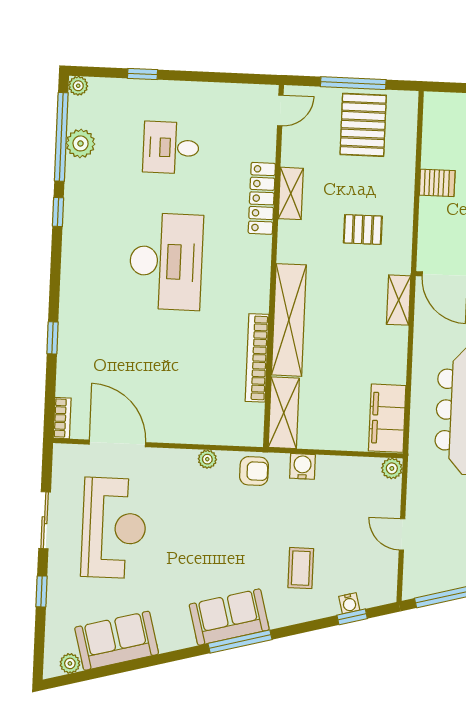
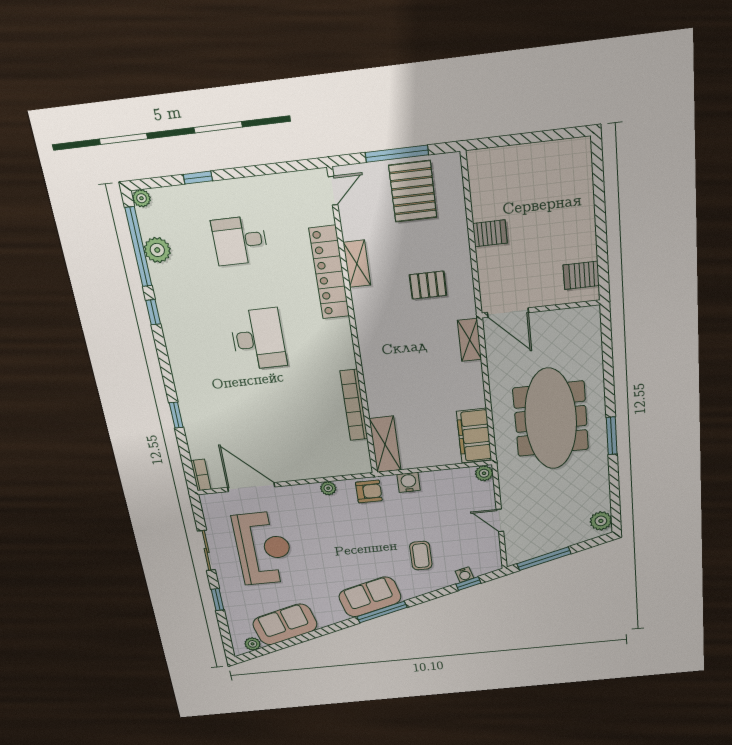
locker: (262, 198) -> (329, 273), width x1.41, depth x1.21
desk: (166, 261) -> (258, 339), width x0.73, depth x0.77
shelving: (289, 320) -> (376, 371), removed

